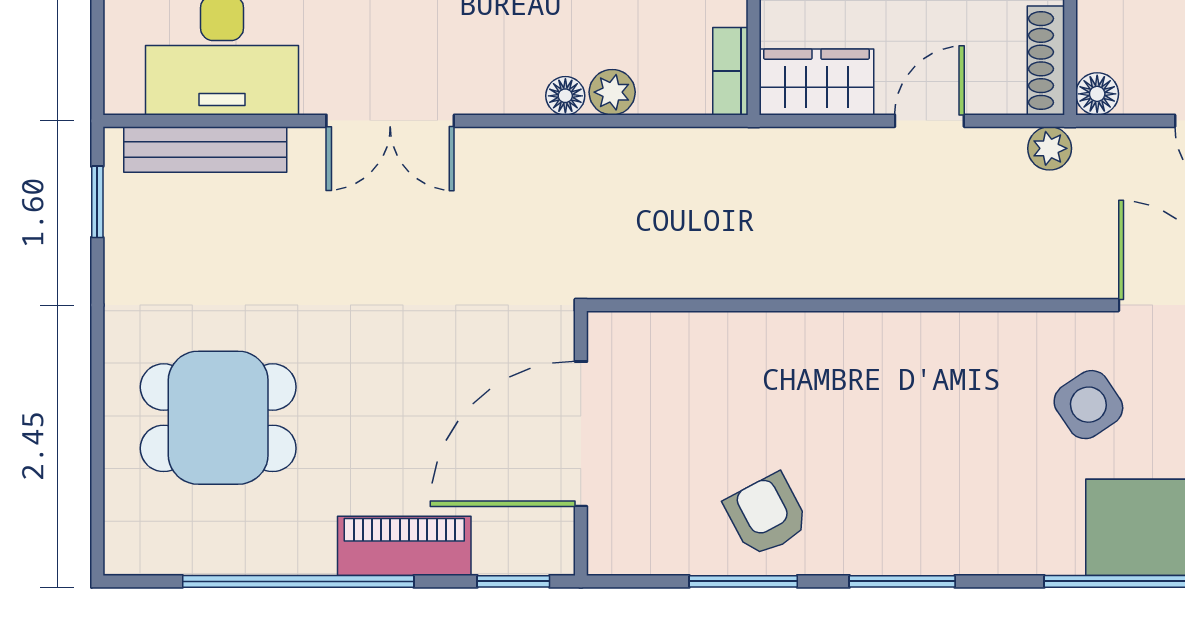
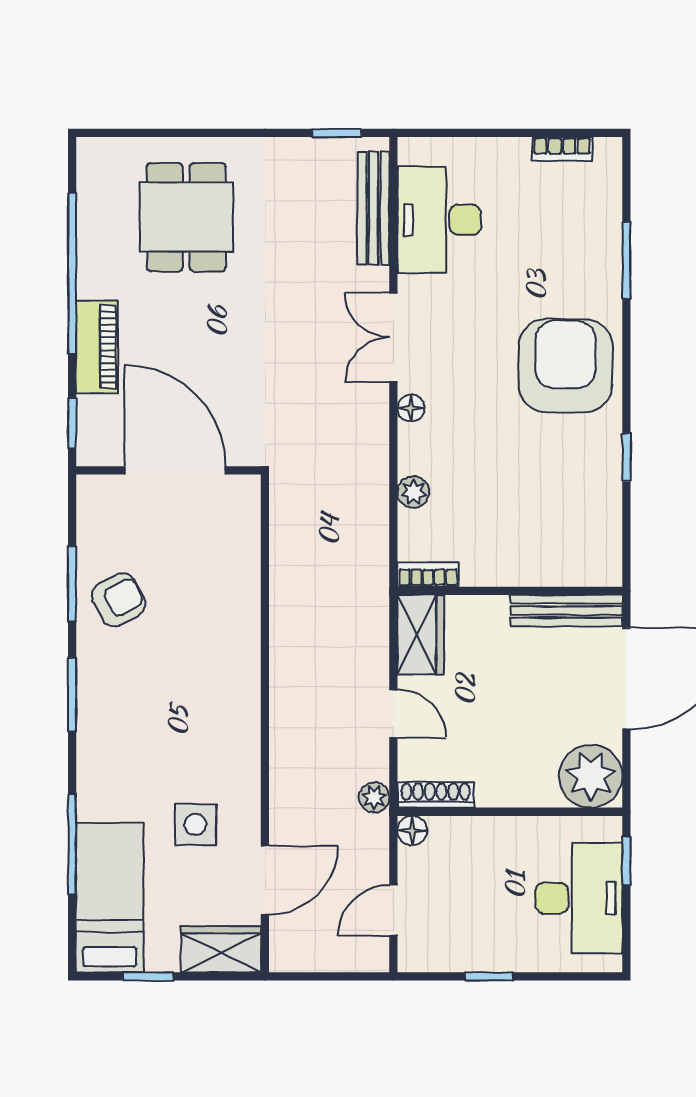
floor lamp: (565, 96) -> (411, 408), moved
side table: (1088, 405) -> (195, 824), turned 34

